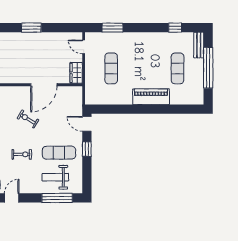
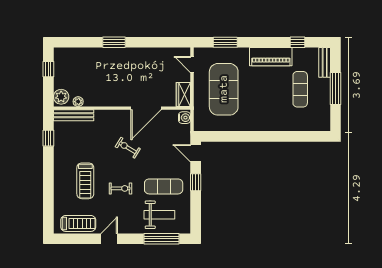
window: (31, 28) -> (114, 42), moved
exercise mat: (111, 68) -> (224, 89), width x2.00, depth x1.45
window: (208, 68) -> (336, 88), width x0.68
water cooler: (77, 93) -> (185, 118), added
piano: (151, 97) -> (271, 57), moved, turned 180
weight bench: (55, 177) -> (159, 215), turned 180

